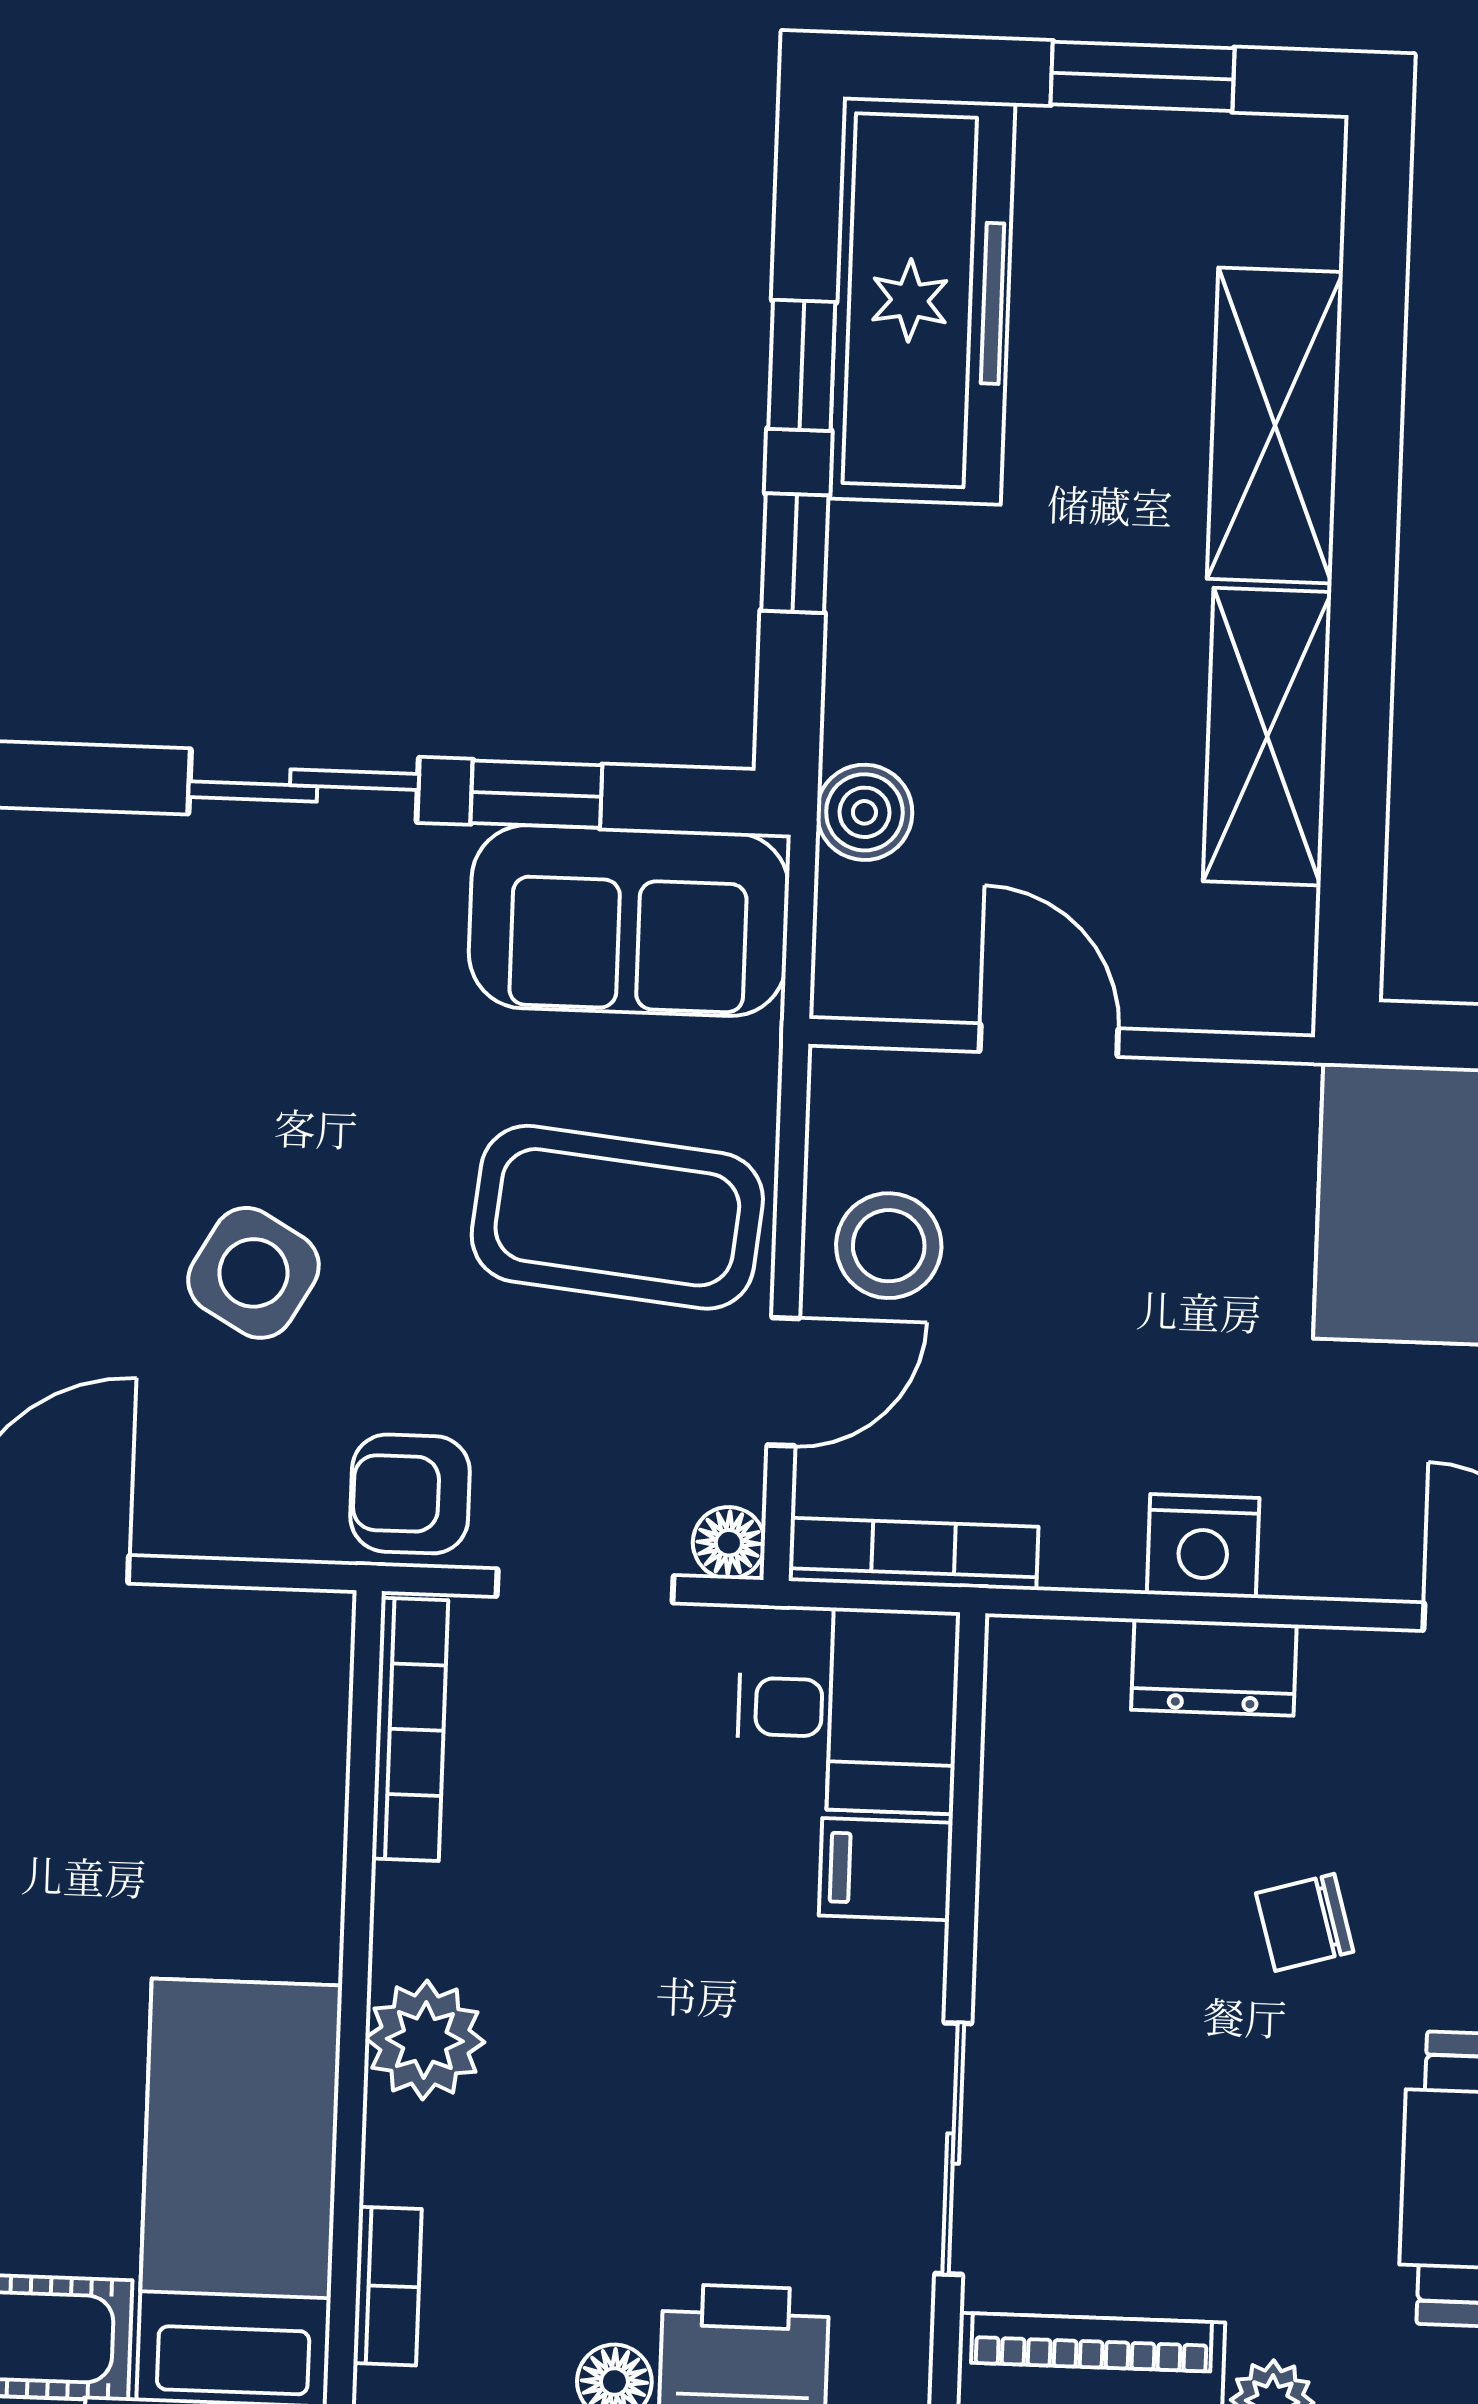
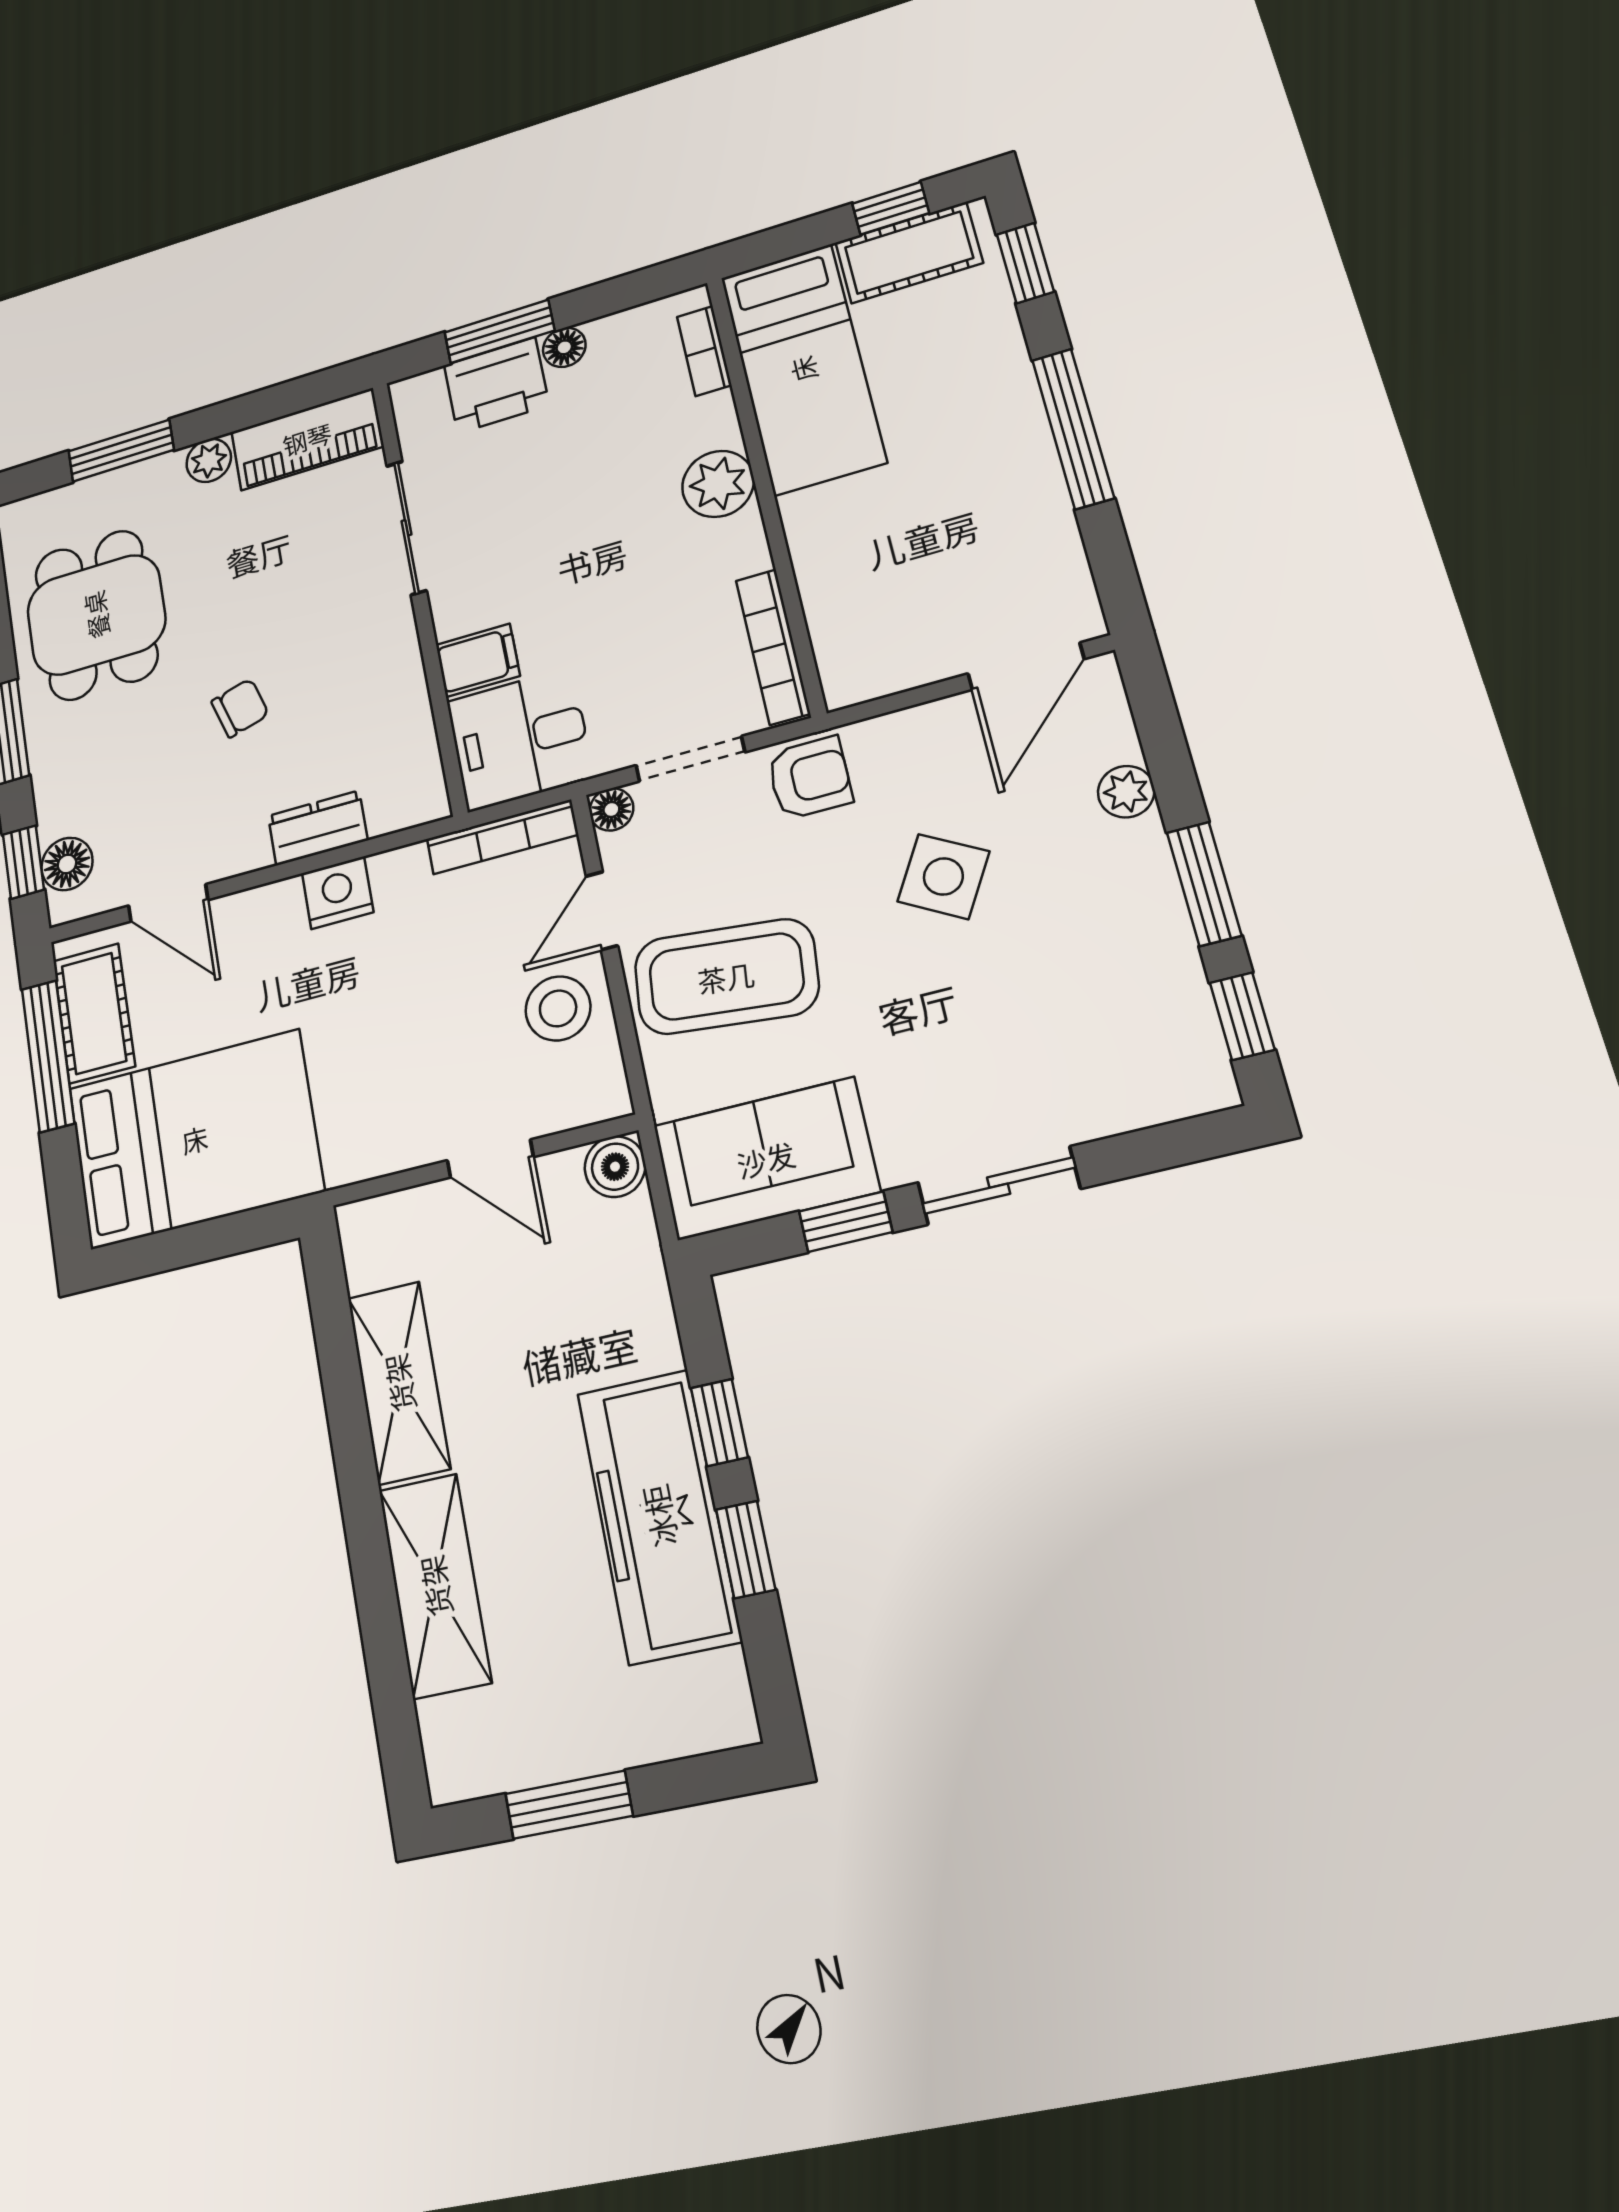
freezer: (922, 301) -> (659, 1516), moved
boiler: (864, 812) -> (615, 1167), moved

